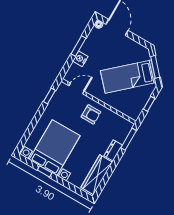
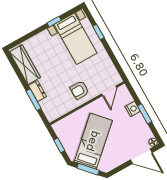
window: (49, 96) -> (98, 32), moved
window: (129, 139) -> (34, 100), moved
bed with nightstands: (55, 148) -> (76, 39), width x0.73

